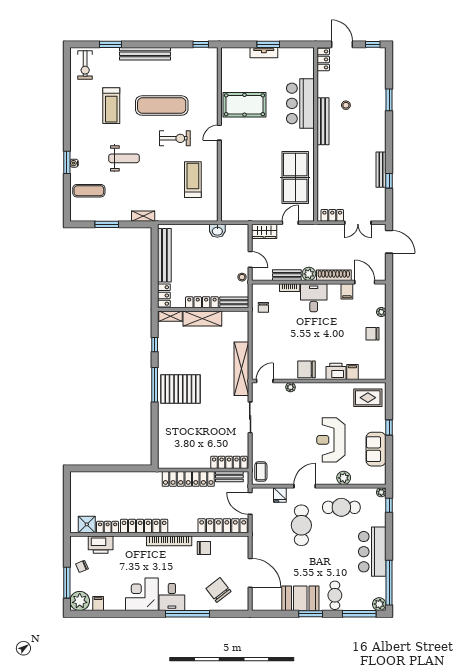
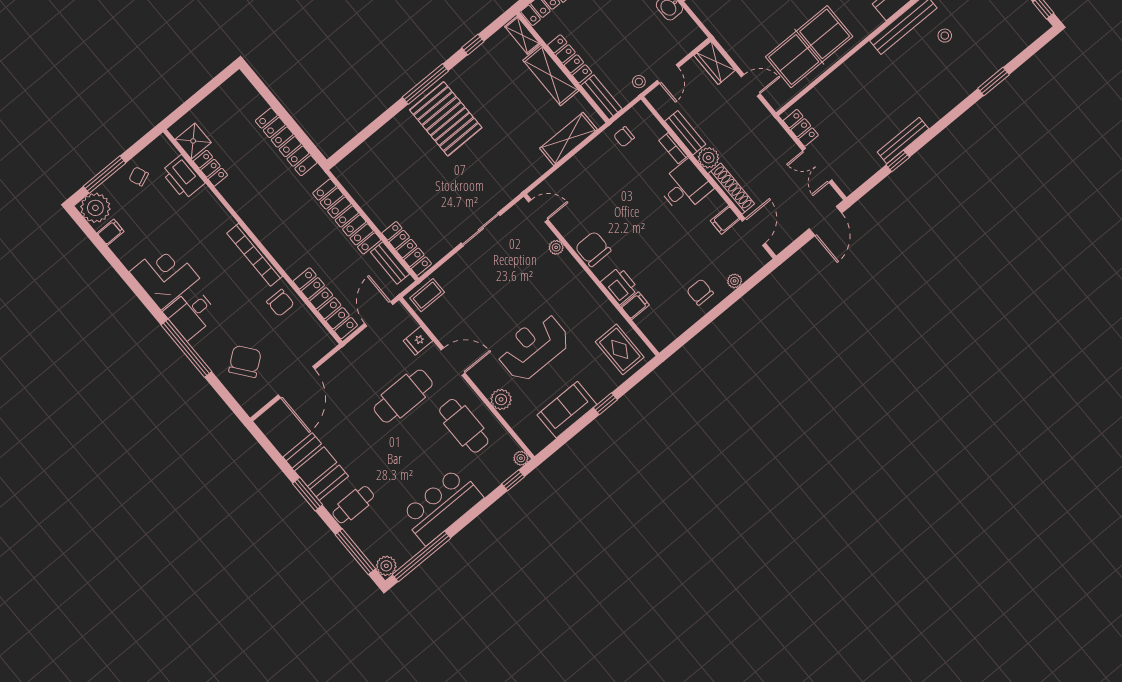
shelving: (241, 369) -> (568, 139), moved, width x0.68
locker: (144, 526) -> (286, 142), moved, turned 180

